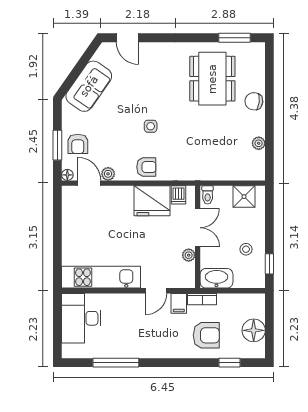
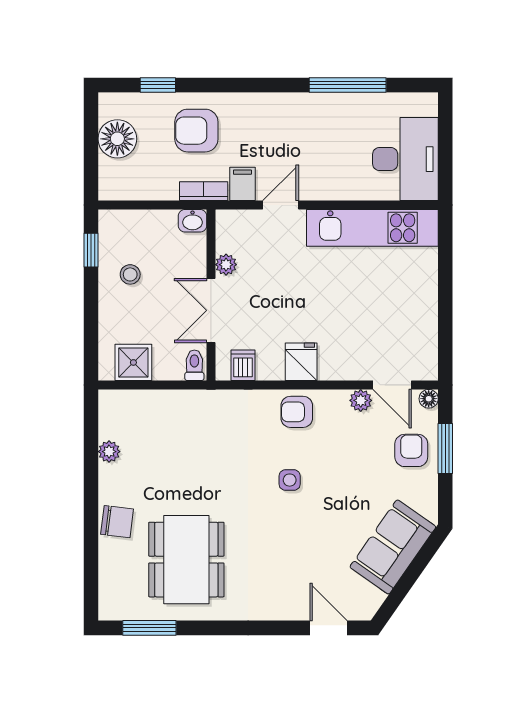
fridge: (152, 201) -> (301, 362), width x0.53, depth x0.75
washbasin: (216, 278) -> (192, 221), width x0.52, depth x0.69

